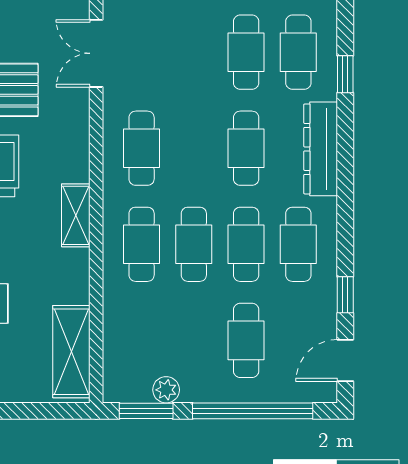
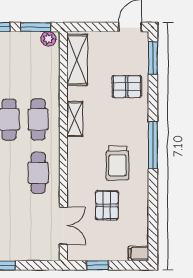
shelving: (76, 215) -> (75, 119), moved
plant: (166, 390) -> (48, 39), moved

